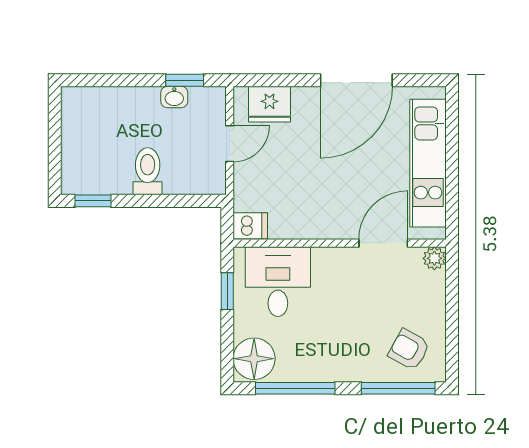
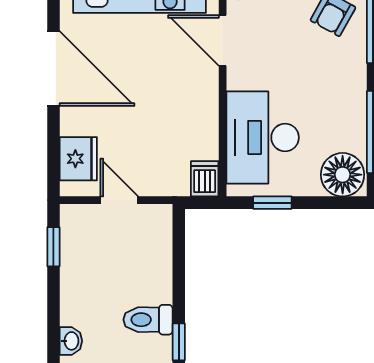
washbasin: (174, 97) -> (71, 341), moved
toilet: (148, 171) -> (148, 320), moved
desk: (278, 282) -> (263, 137), width x1.37

